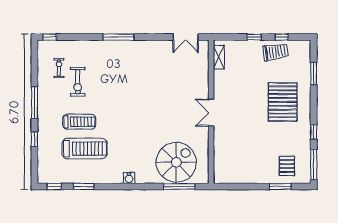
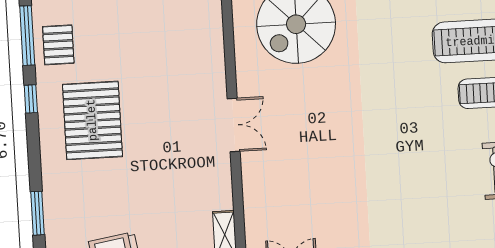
pallet: (283, 102) -> (92, 120), moved
pallet: (287, 166) -> (58, 45), moved

